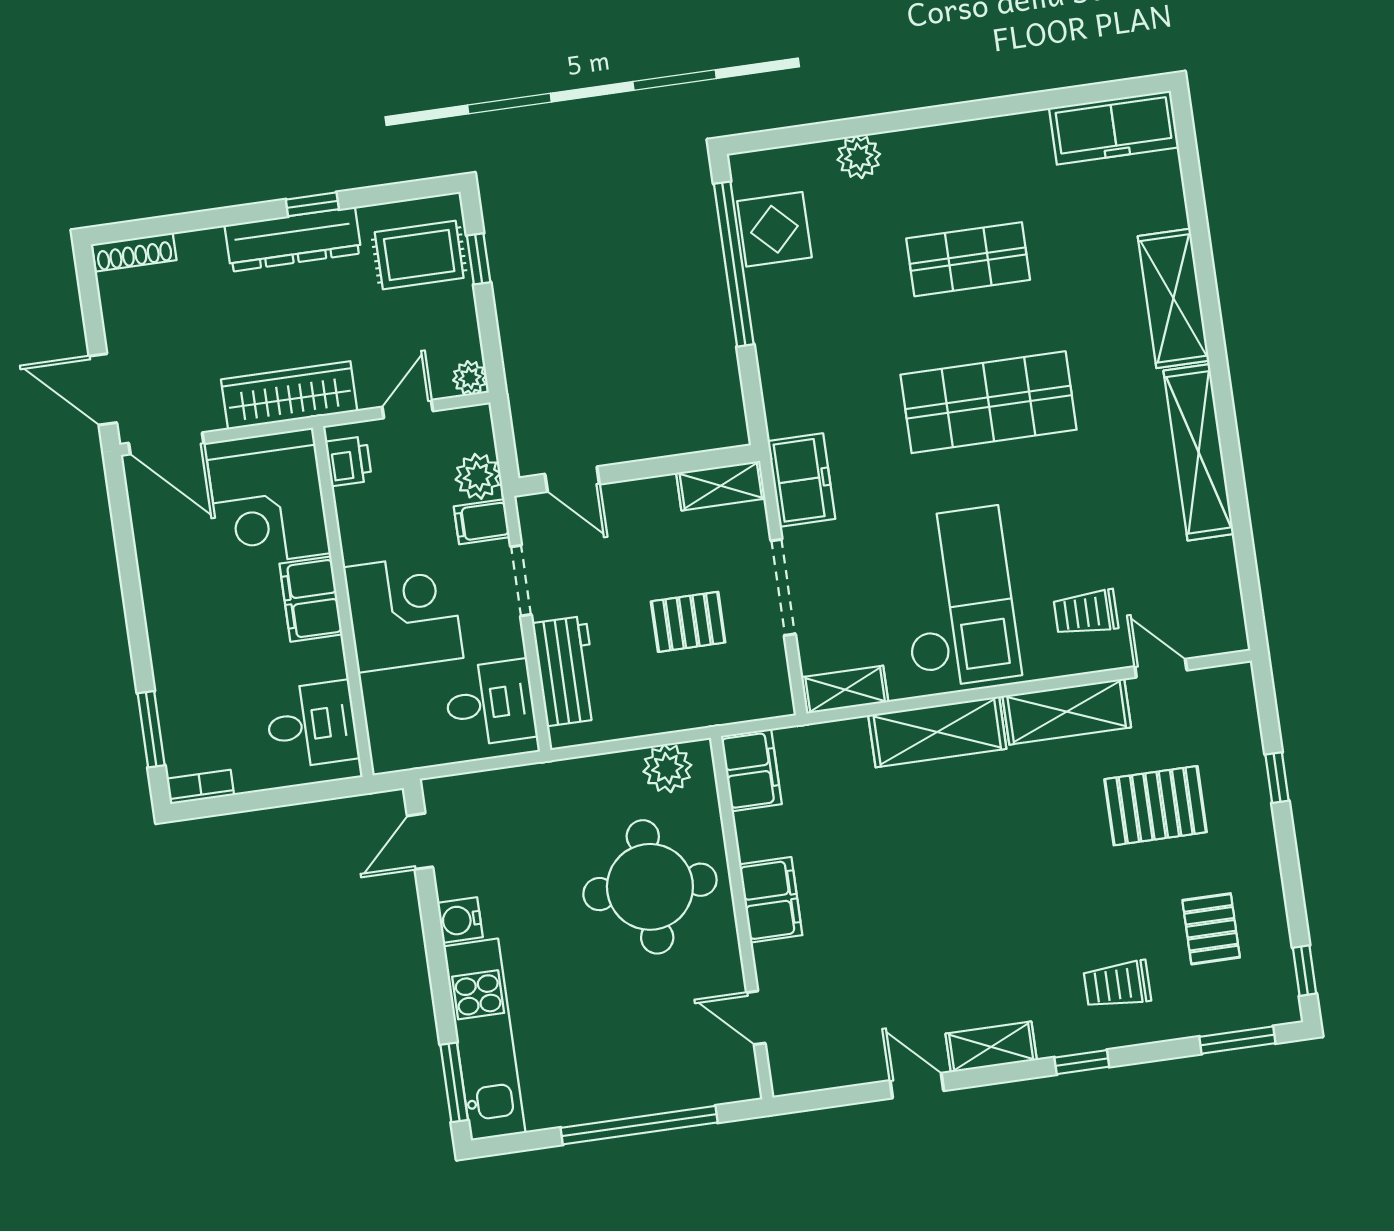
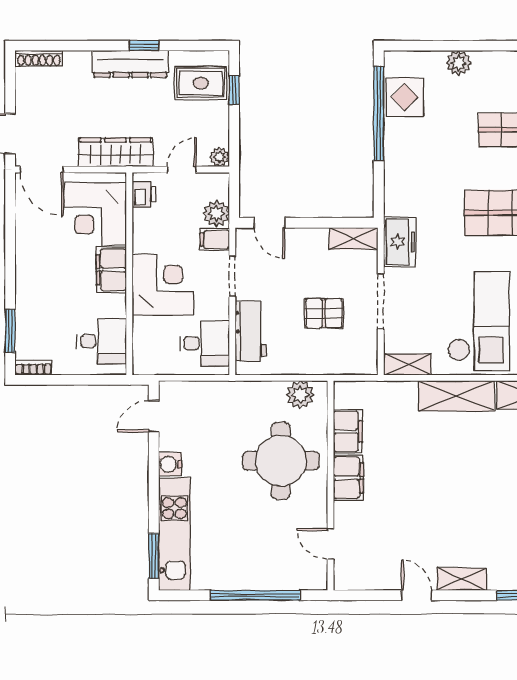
filing cabinet: (751, 770) -> (348, 431), moved

